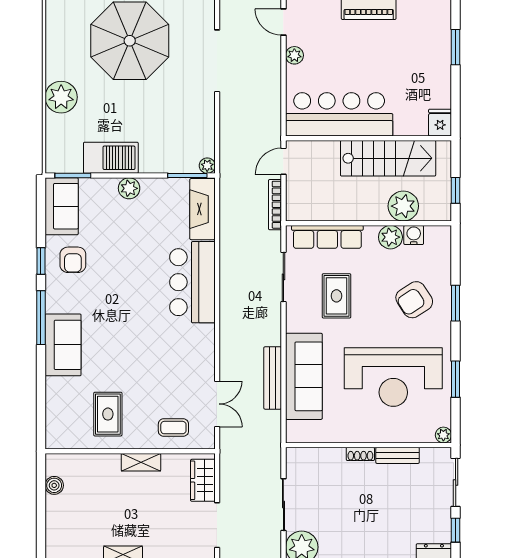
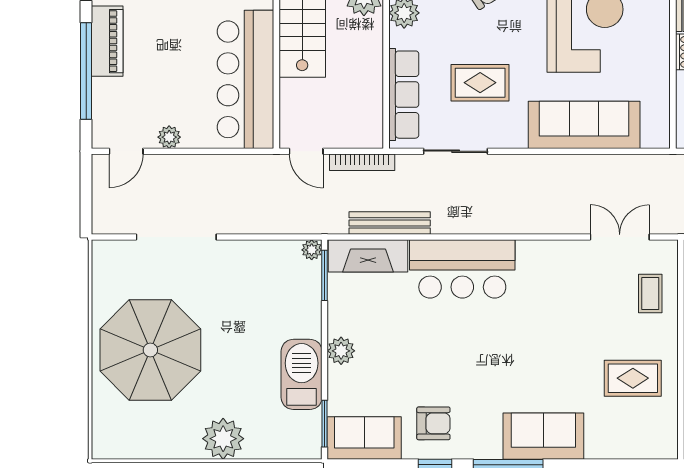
bench: (273, 378) -> (390, 223), moved

